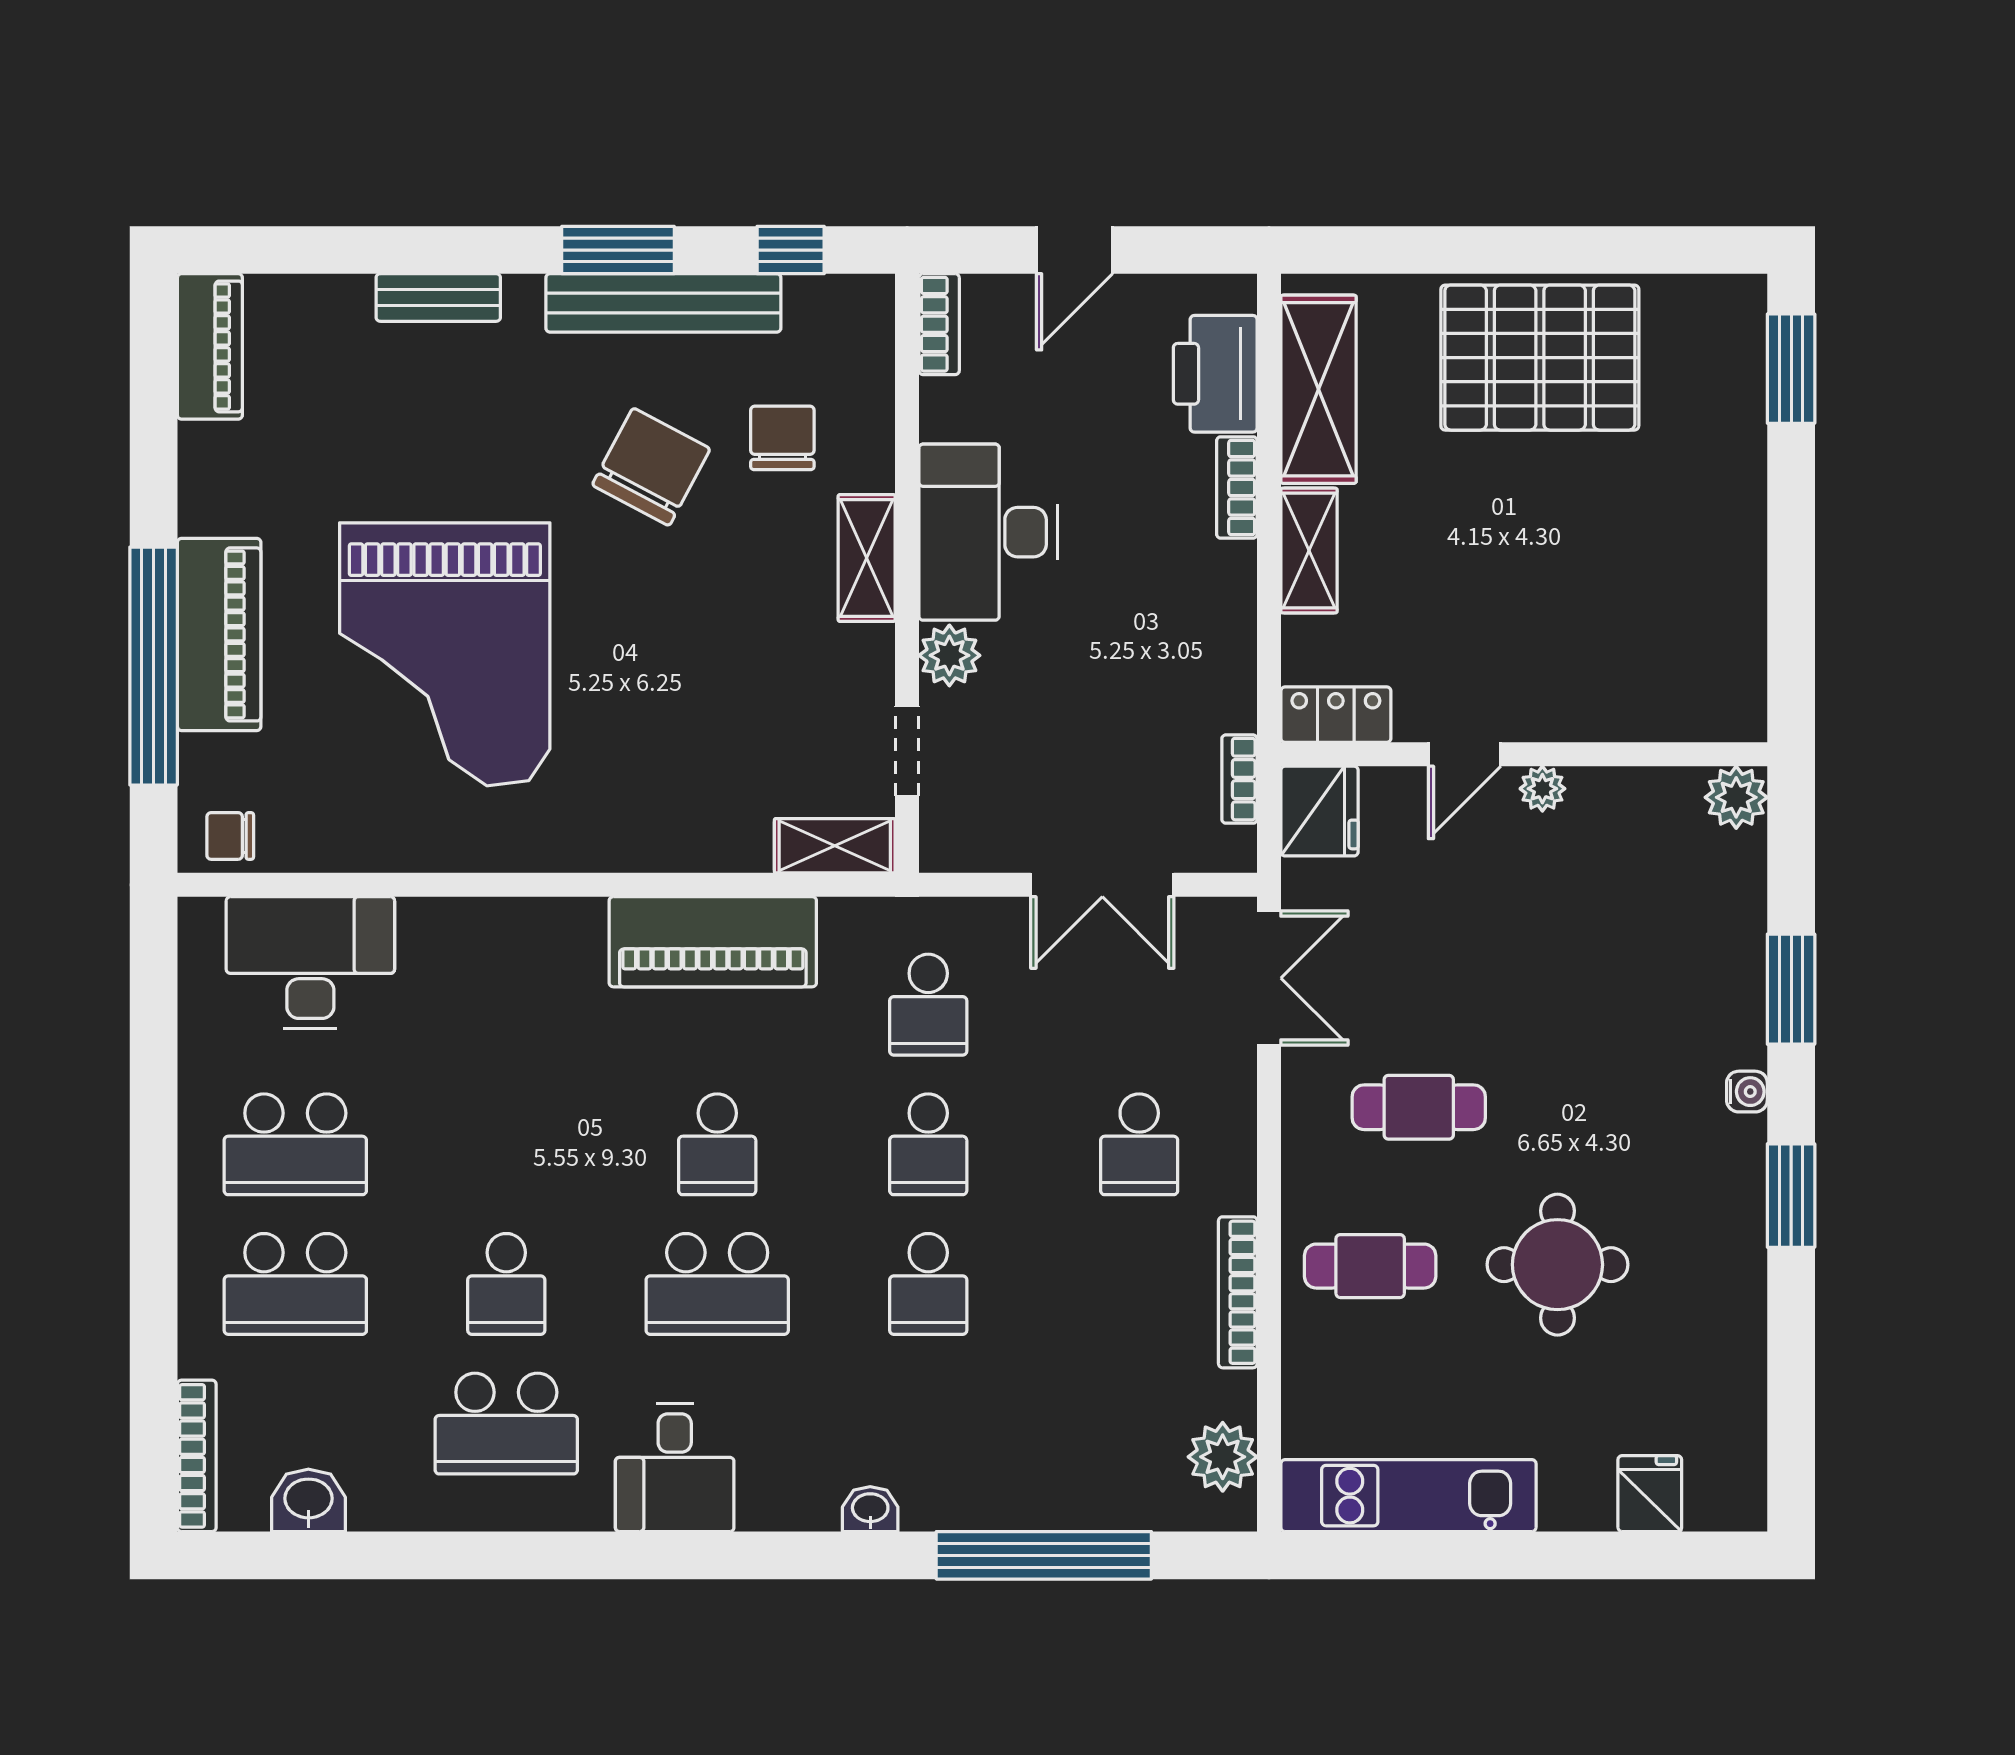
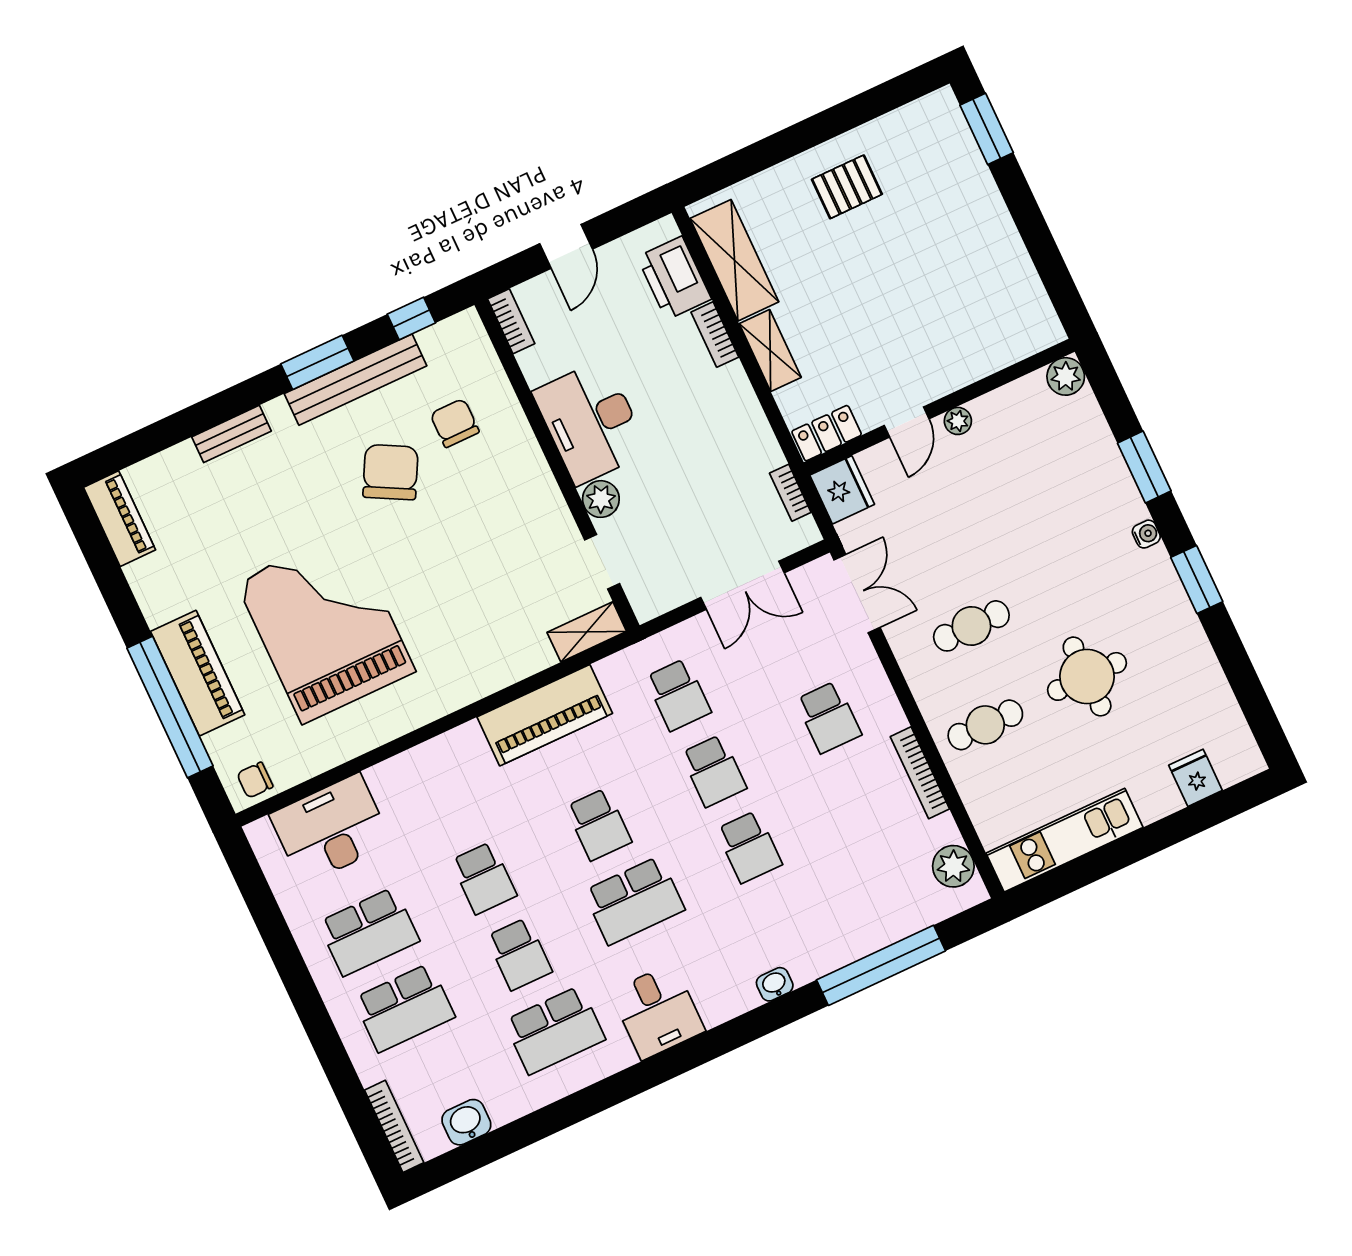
pallet: (1540, 358) -> (847, 187), width x0.49, depth x0.50
shelving: (867, 558) -> (531, 467), removed
grand piano: (445, 654) -> (326, 627), turned 180
school desk: (506, 1144) -> (484, 878), added

